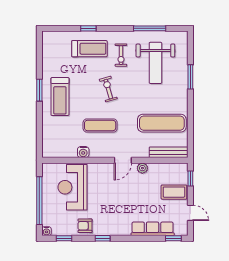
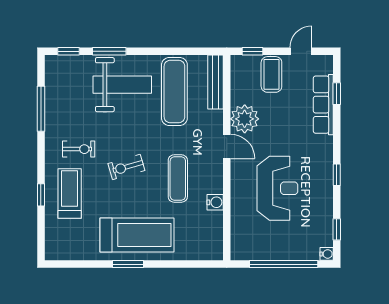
window: (190, 48) -> (69, 51), added
weight bench: (155, 63) -> (122, 85), moved
treadmill: (60, 97) -> (137, 235), width x1.37, depth x1.38
plant: (142, 168) -> (245, 119), width x1.87, depth x1.87
reception desk: (72, 187) -> (277, 188), moved, turned -90
armchair: (85, 226) -> (319, 200), removed
window: (173, 238) -> (337, 94), moved

